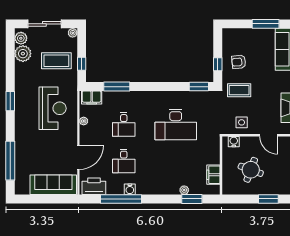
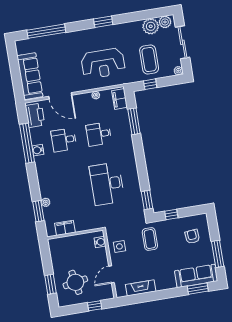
armchair: (239, 62) -> (192, 237), moved
round table: (251, 170) -> (75, 282), moved, turned -30

